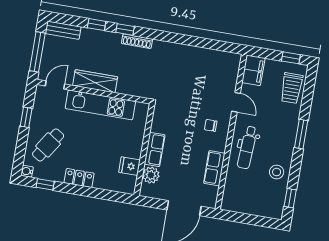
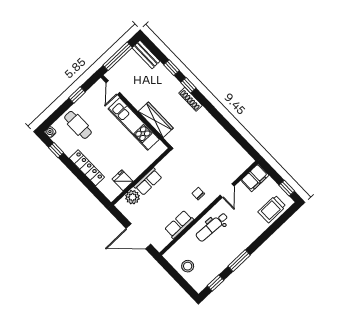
wardrobe: (95, 81) -> (156, 120), moved
door: (55, 85) -> (113, 88), swing flipped
window: (301, 134) -> (239, 261), moved
cafe table: (48, 145) -> (78, 125), turned 57
stool: (277, 172) -> (188, 266), moved
locker: (79, 178) -> (87, 168), width x1.53

